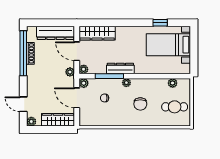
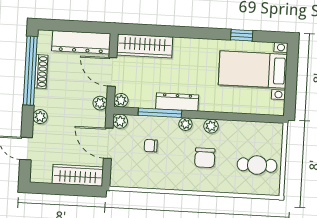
plant: (173, 83) -> (211, 126), moved
plant: (31, 122) -> (40, 117), moved

